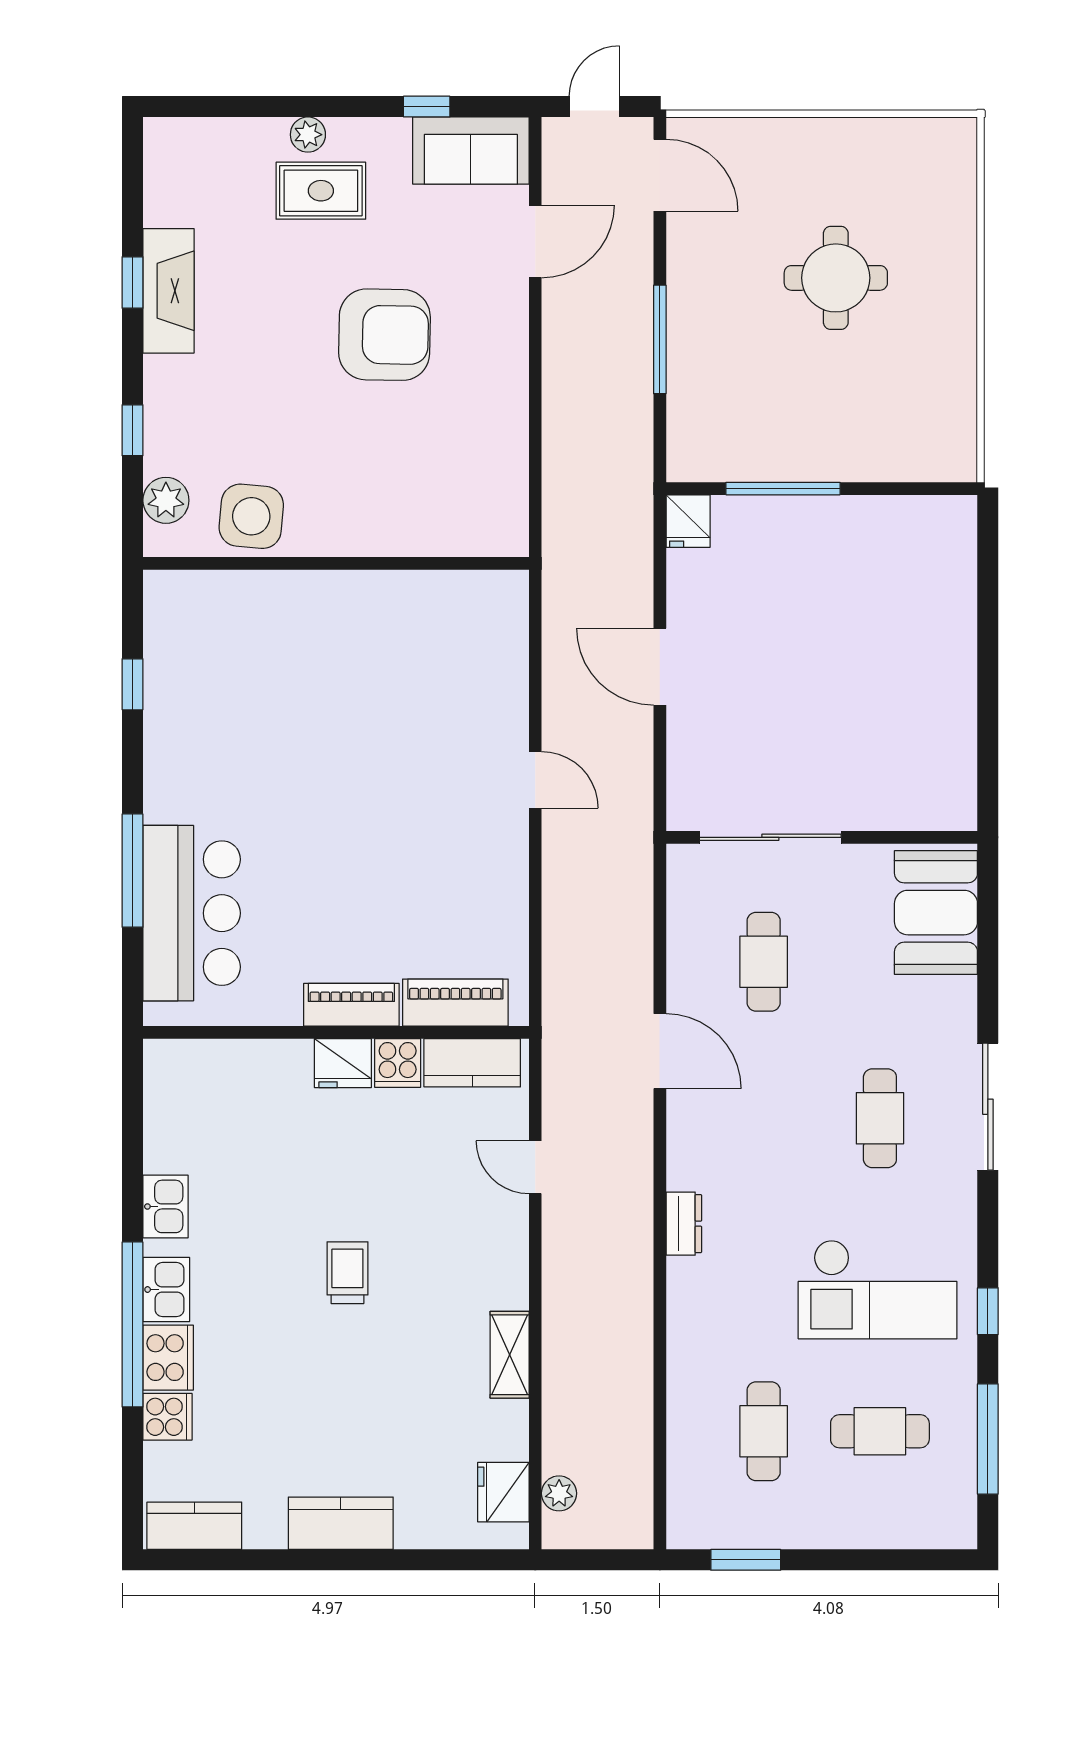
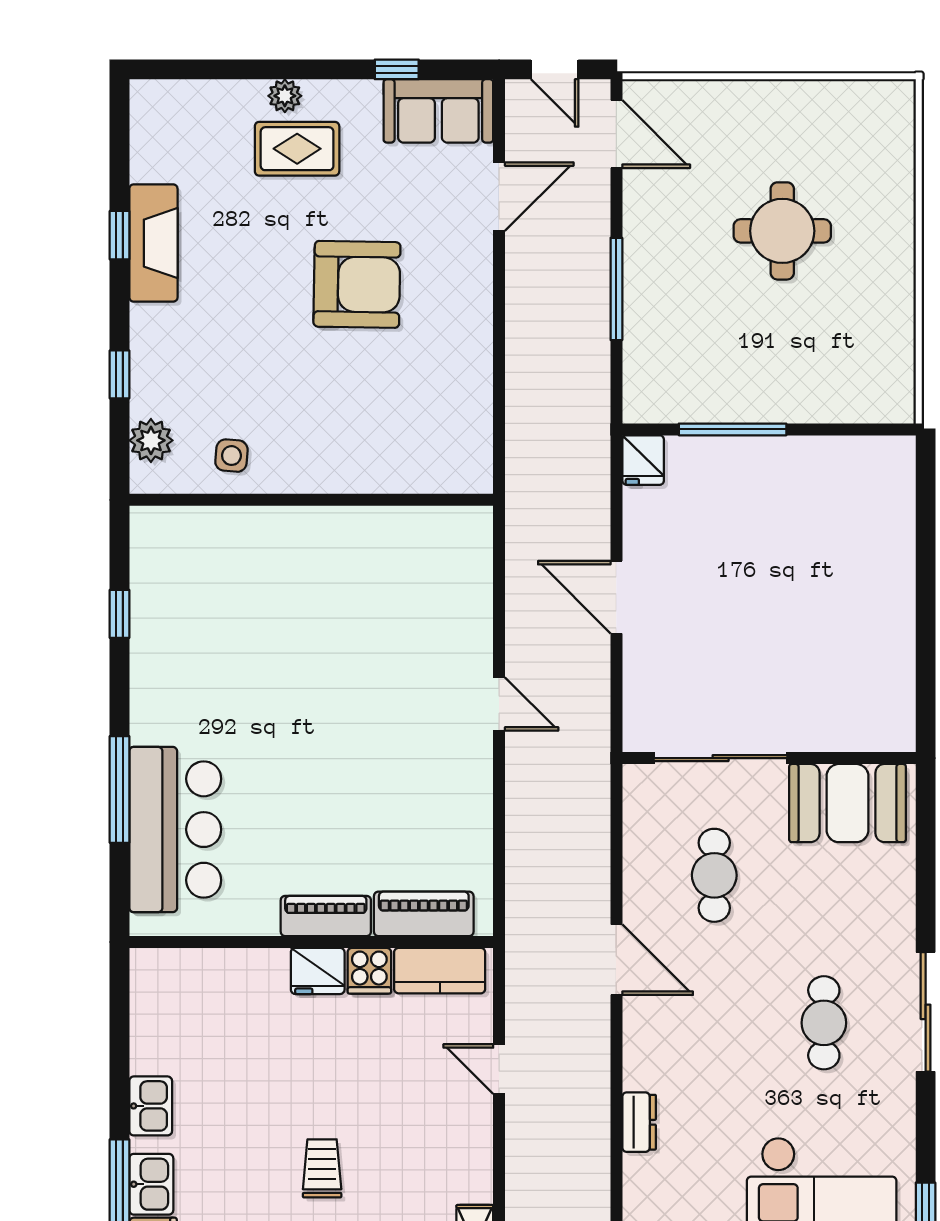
door: (594, 107) -> (555, 69), swing flipped
side table: (251, 516) -> (231, 456), width x0.54, depth x0.54
booth: (936, 913) -> (848, 803), moved, turned 90

